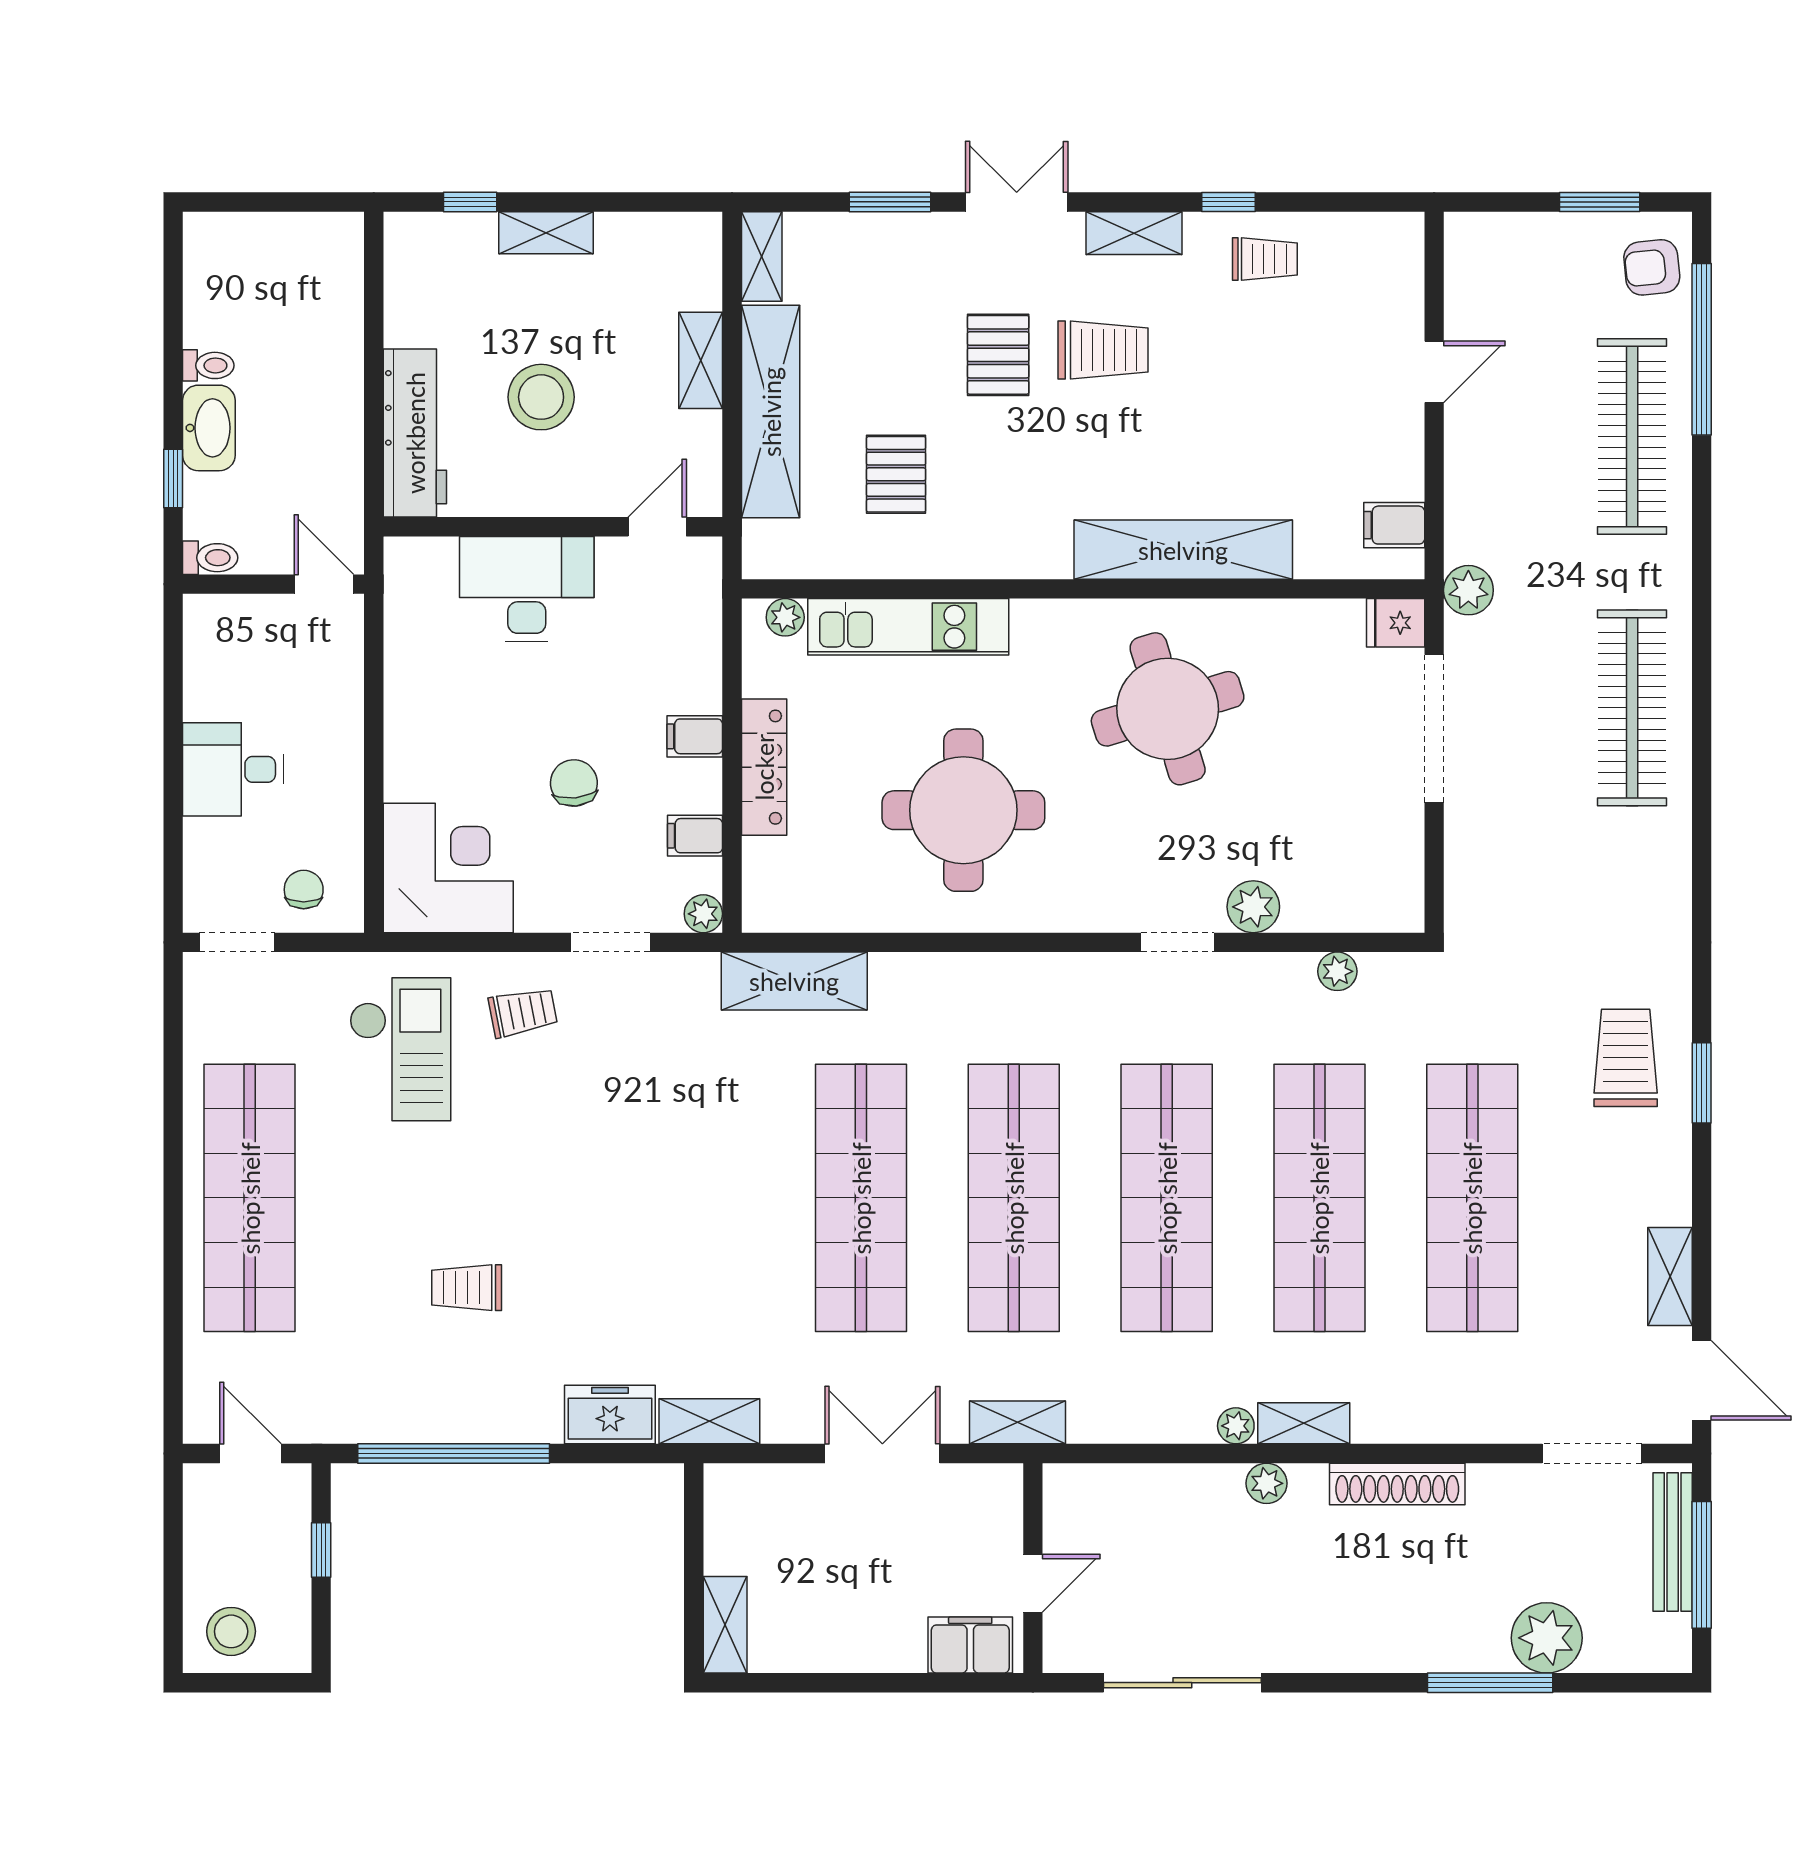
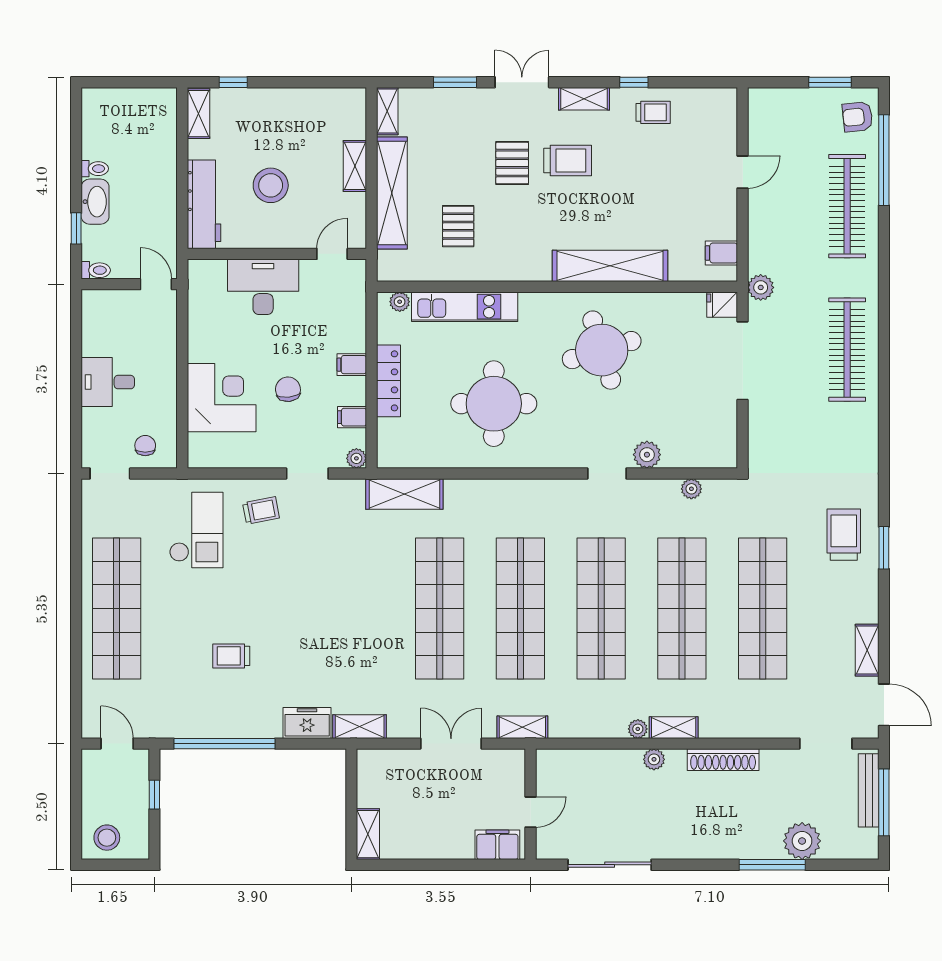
shelving: (546, 233) -> (198, 114), moved, turned 90
corner desk: (448, 868) -> (222, 398), moved

